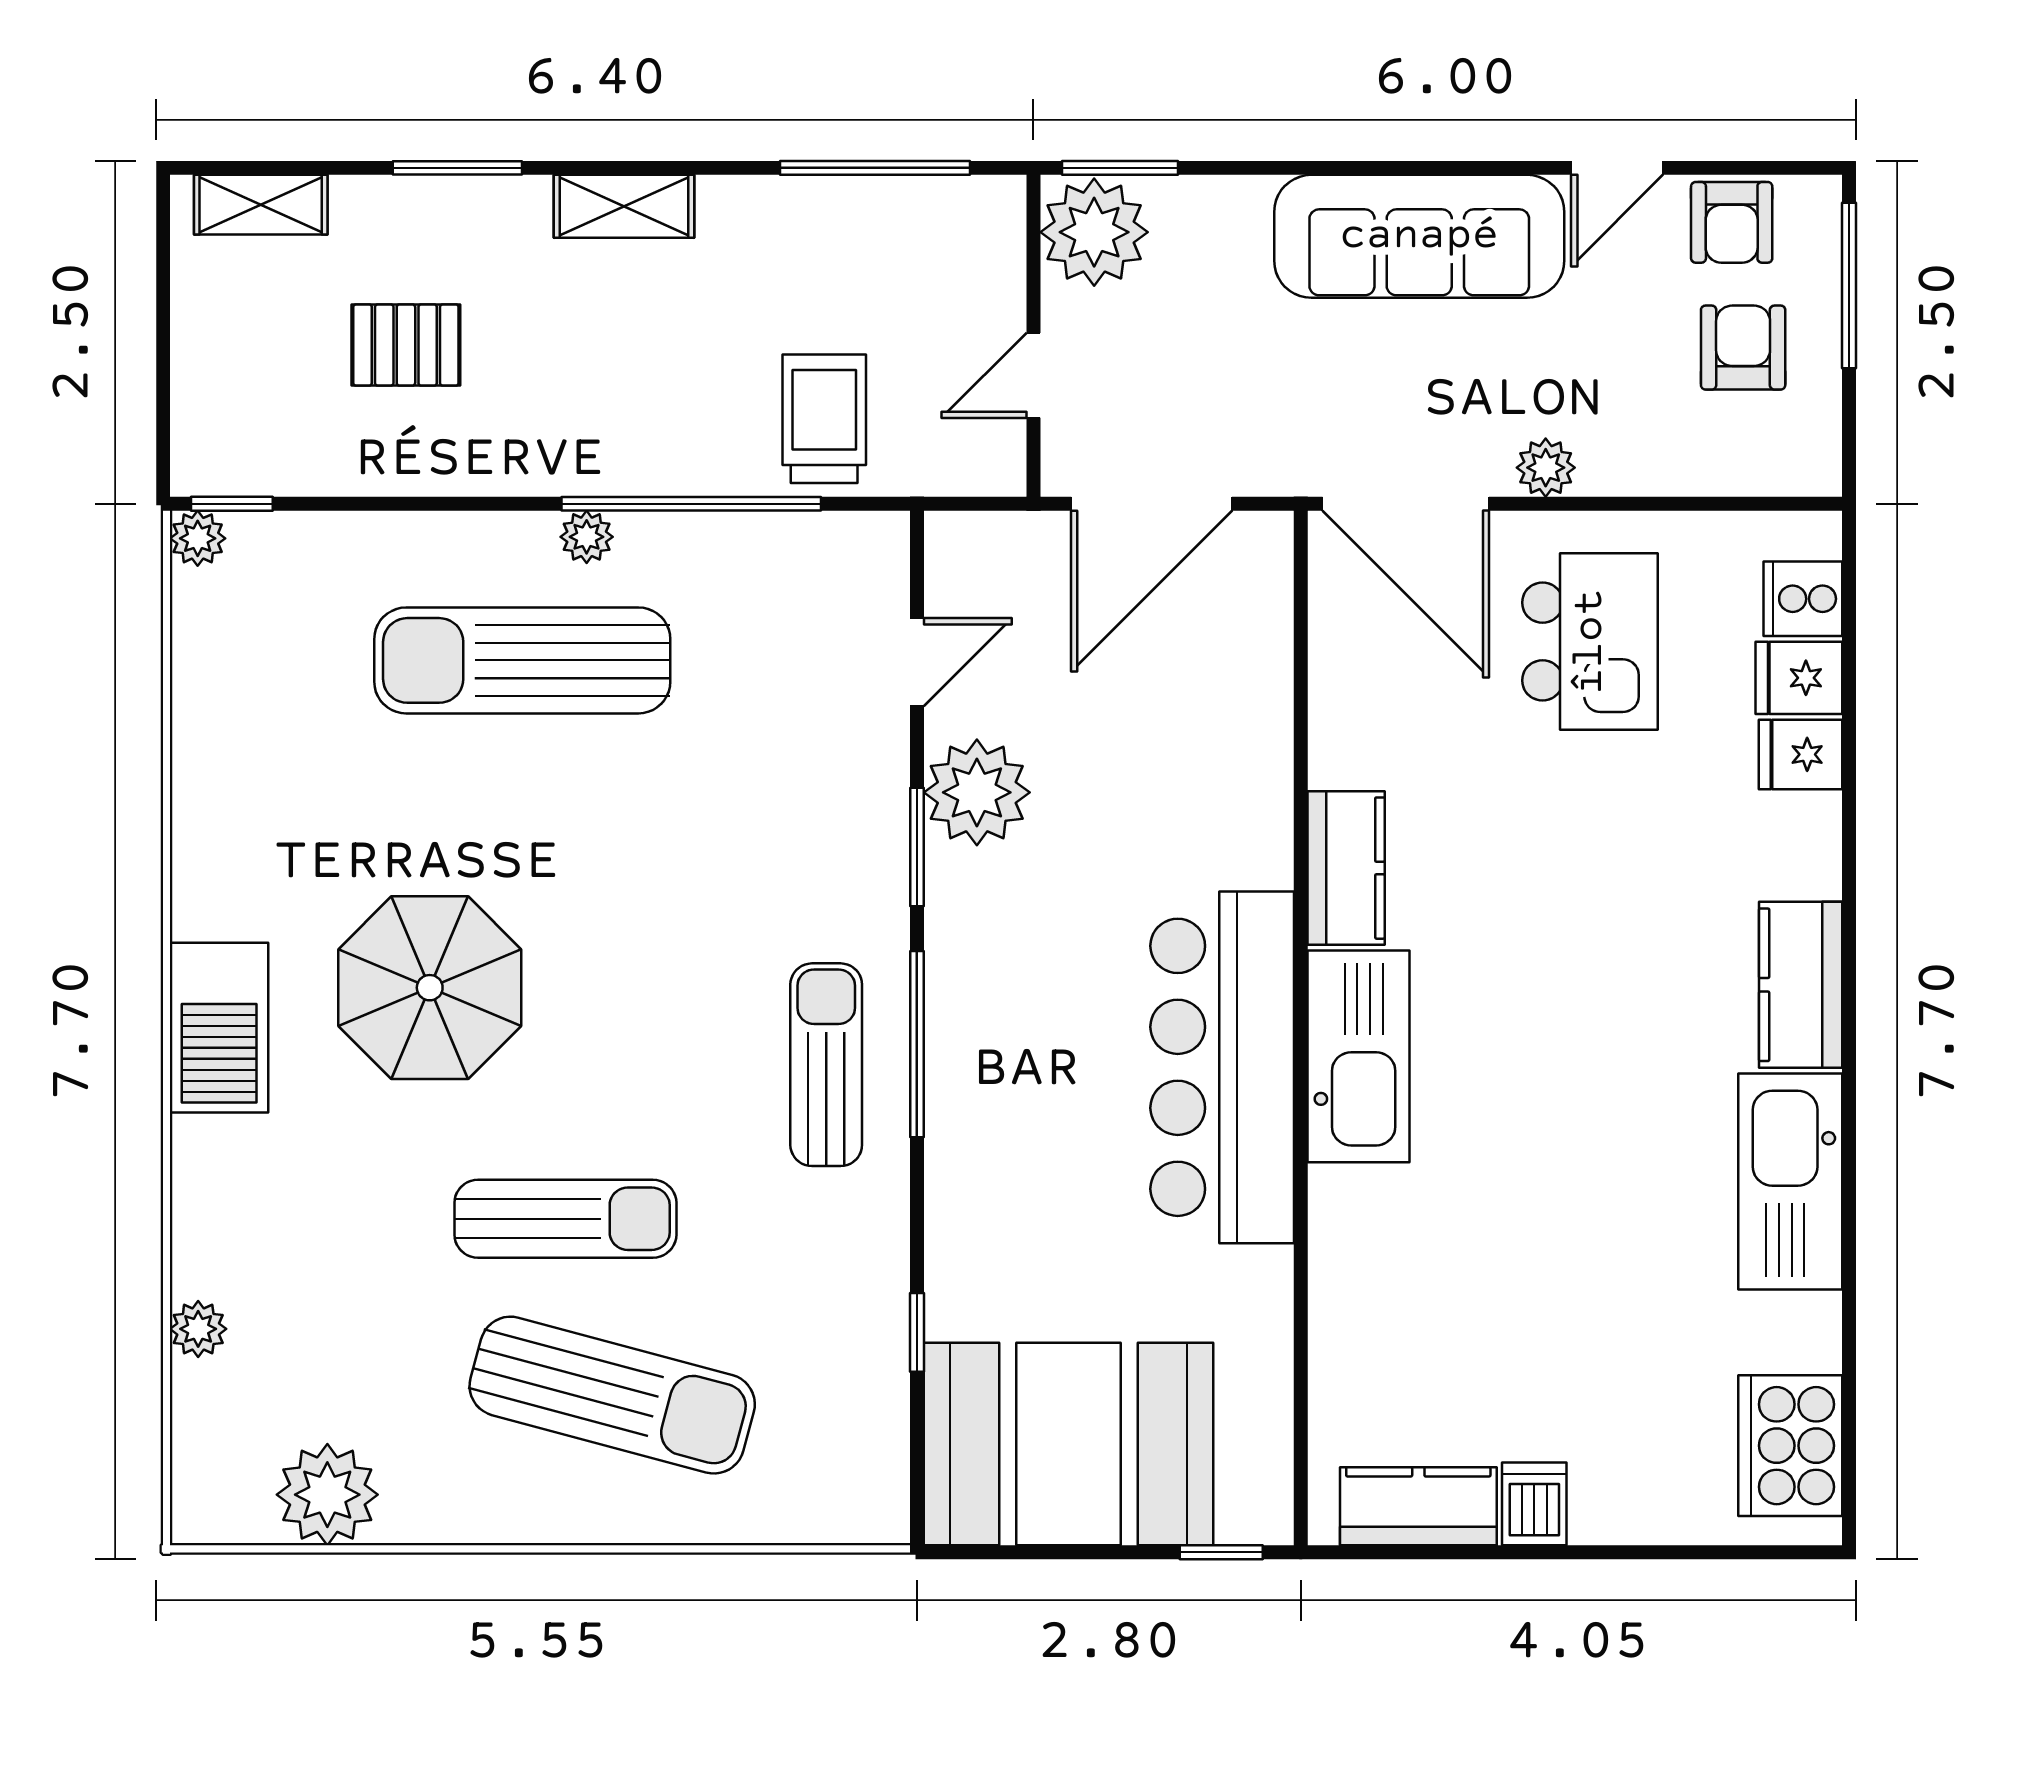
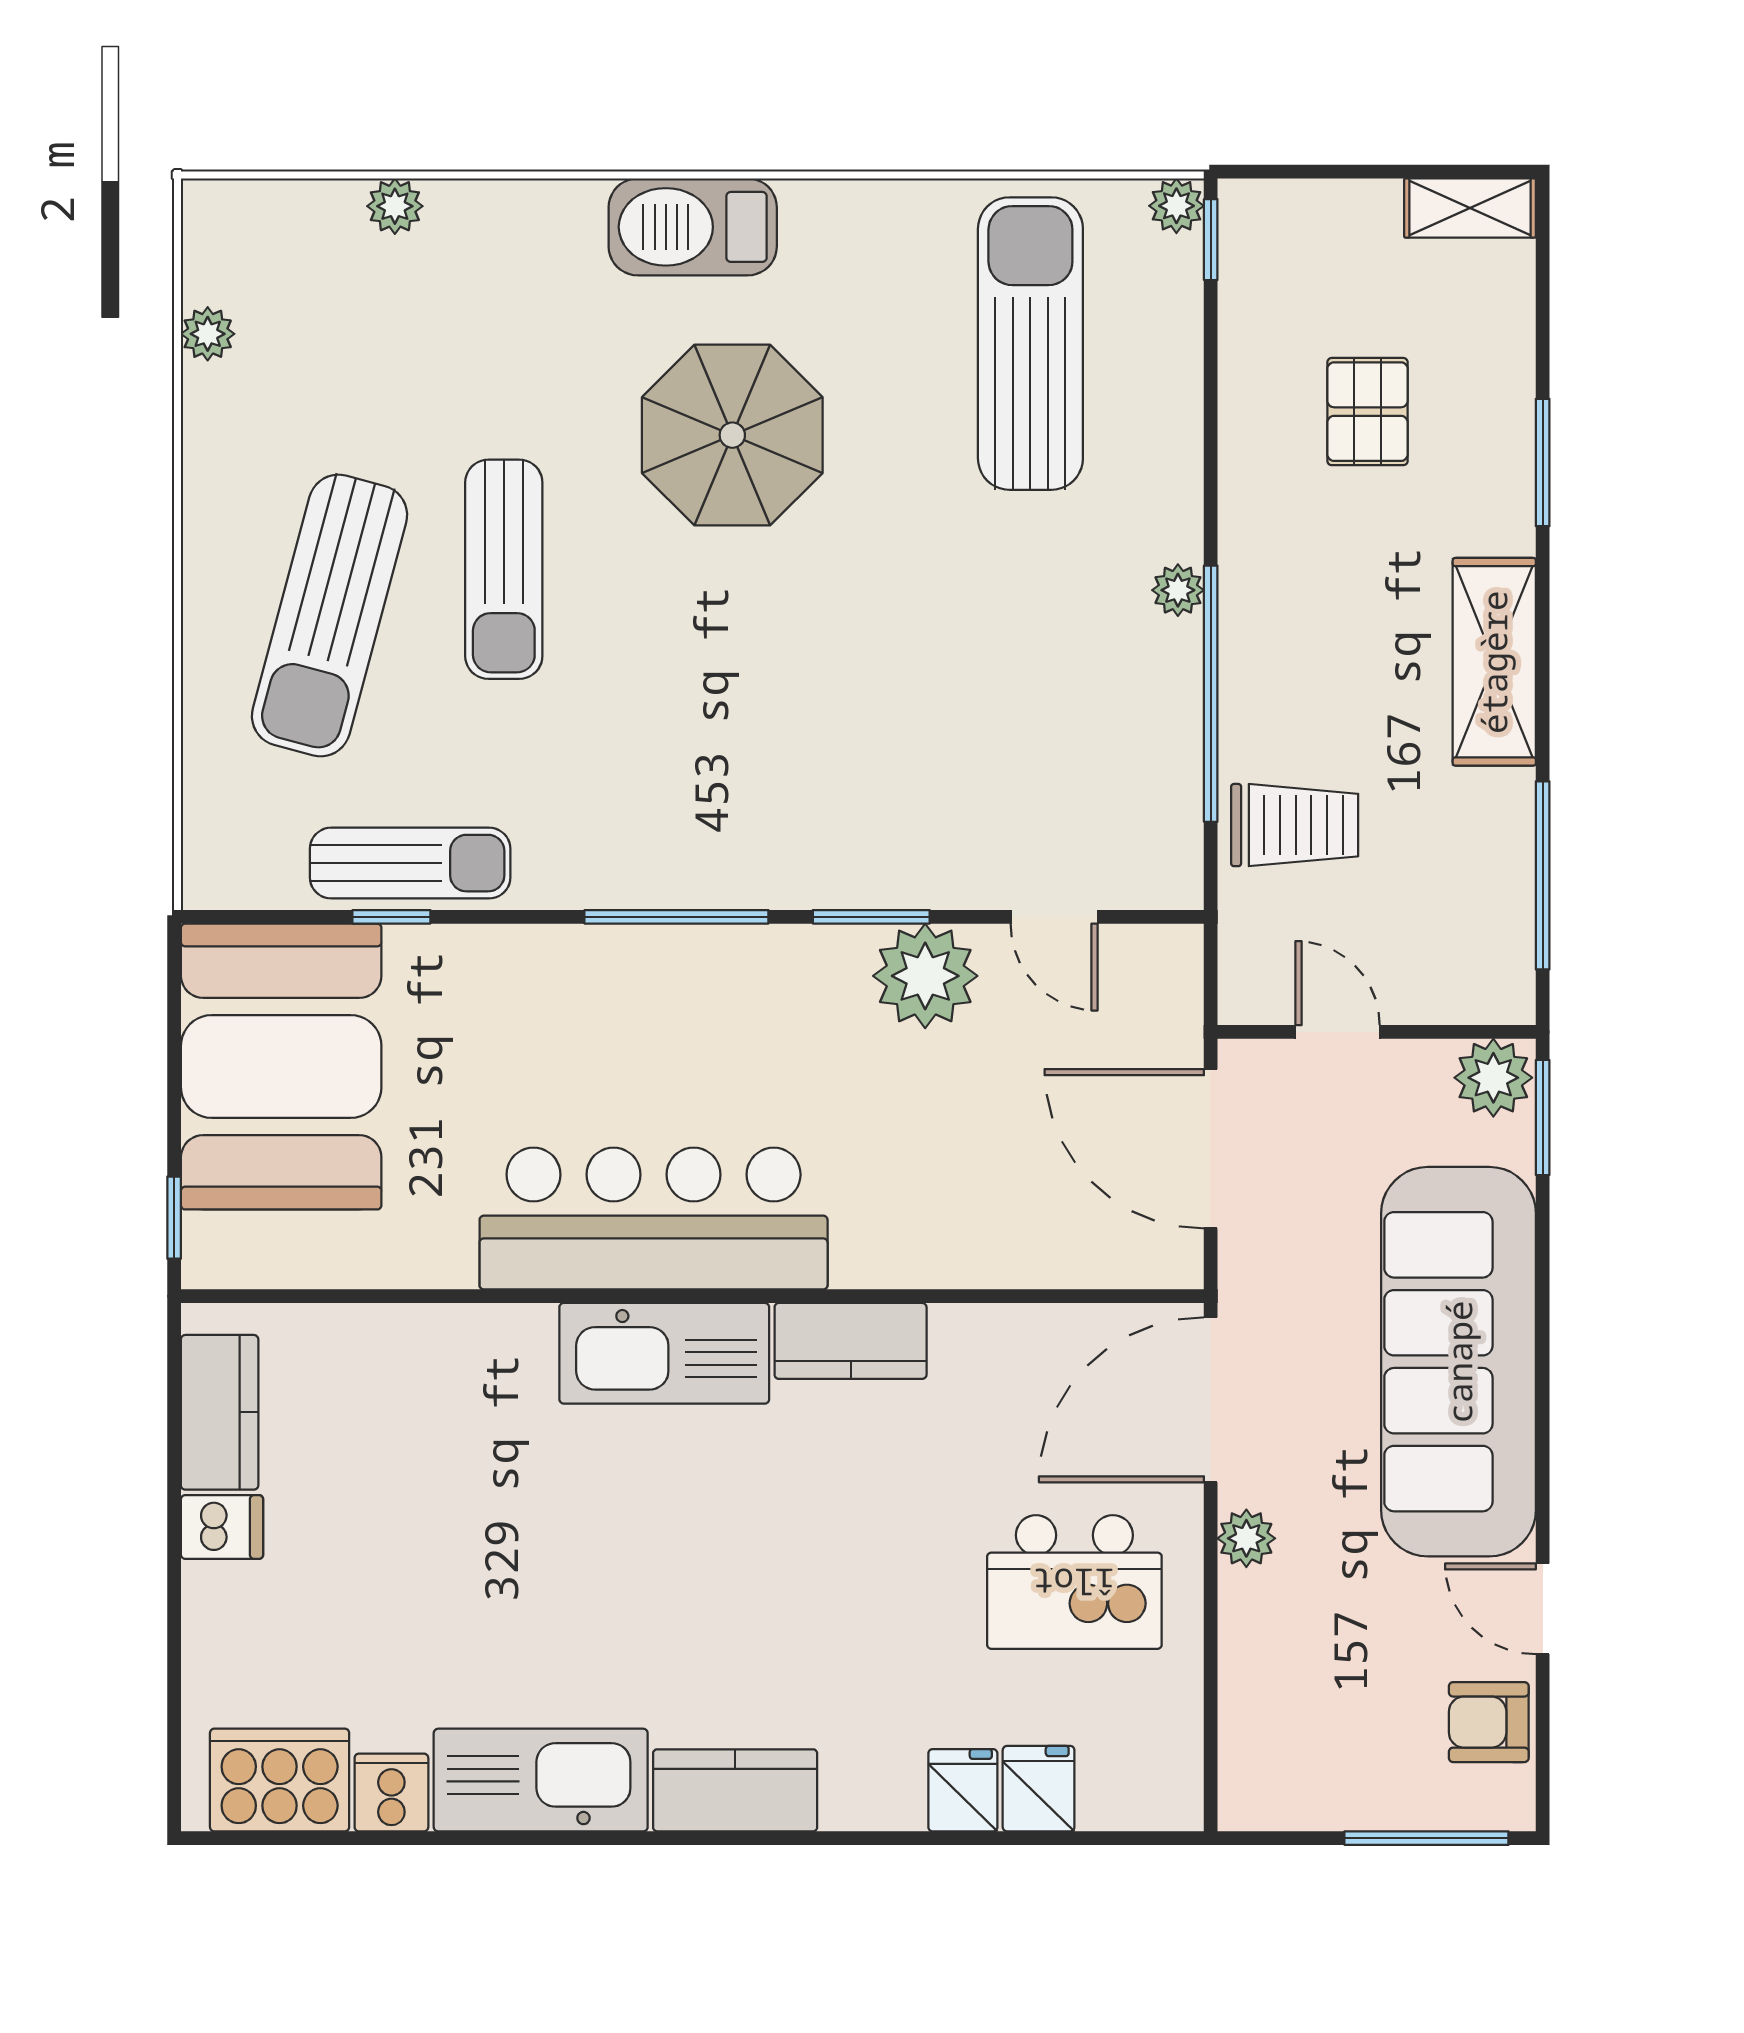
shelving: (261, 205) -> (1470, 208), moved, turned 90
shelving: (624, 206) -> (1494, 662), width x1.50, depth x1.33
plant: (1094, 232) -> (1493, 1078), width x0.73, depth x0.73
sofa: (1419, 236) -> (1459, 1362), width x1.36, depth x1.27
armchair: (1743, 348) -> (1365, 1733), removed
cooker: (1803, 599) -> (391, 1792), moved
sun lounger: (522, 660) -> (1030, 344), moved
sun lounger: (826, 1065) -> (410, 863), moved
plant: (327, 1495) -> (208, 334), width x0.53, depth x0.53

